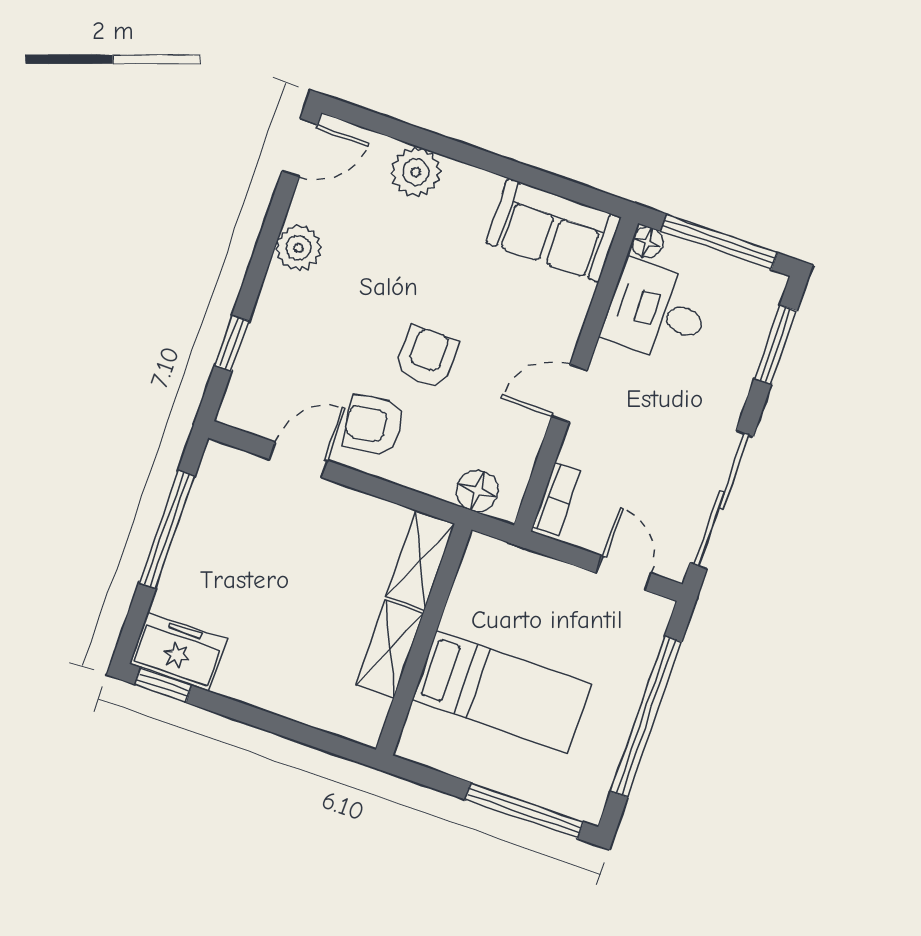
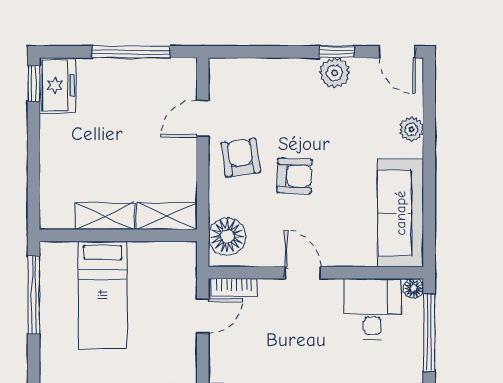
plant: (416, 172) -> (411, 129), width x0.73, depth x0.73
sofa: (553, 230) -> (401, 213), width x1.36
window: (232, 343) -> (337, 52), moved
door: (298, 460) -> (203, 119), swing flipped
floor lamp: (477, 491) -> (227, 236), width x1.38, depth x1.38
door: (624, 573) -> (203, 316), moved
window: (524, 811) -> (34, 295), moved

